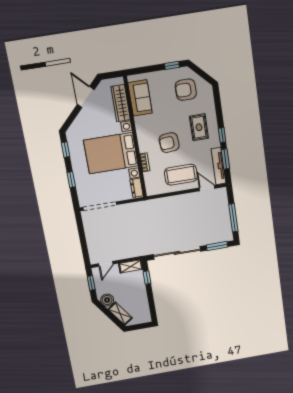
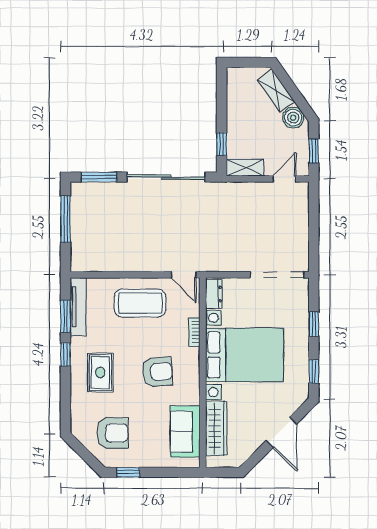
door: (86, 97) -> (281, 432), moved
armchair: (169, 143) -> (157, 372), moved
door: (207, 188) -> (184, 275), moved

